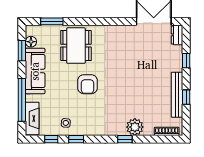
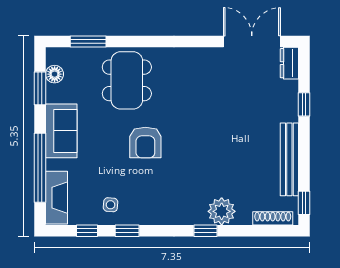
sofa: (35, 71) -> (61, 131), width x0.73
window: (186, 97) -> (304, 203), moved

